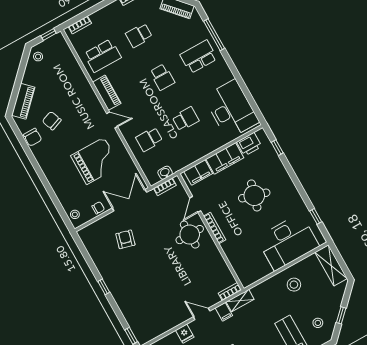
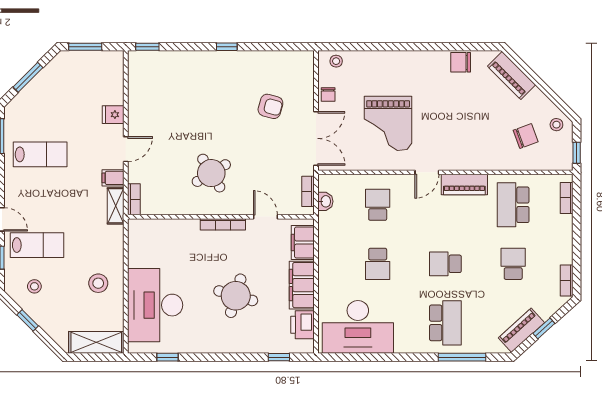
chair: (52, 121) -> (526, 136), moved
round table: (190, 235) -> (211, 173), moved, turned -31

